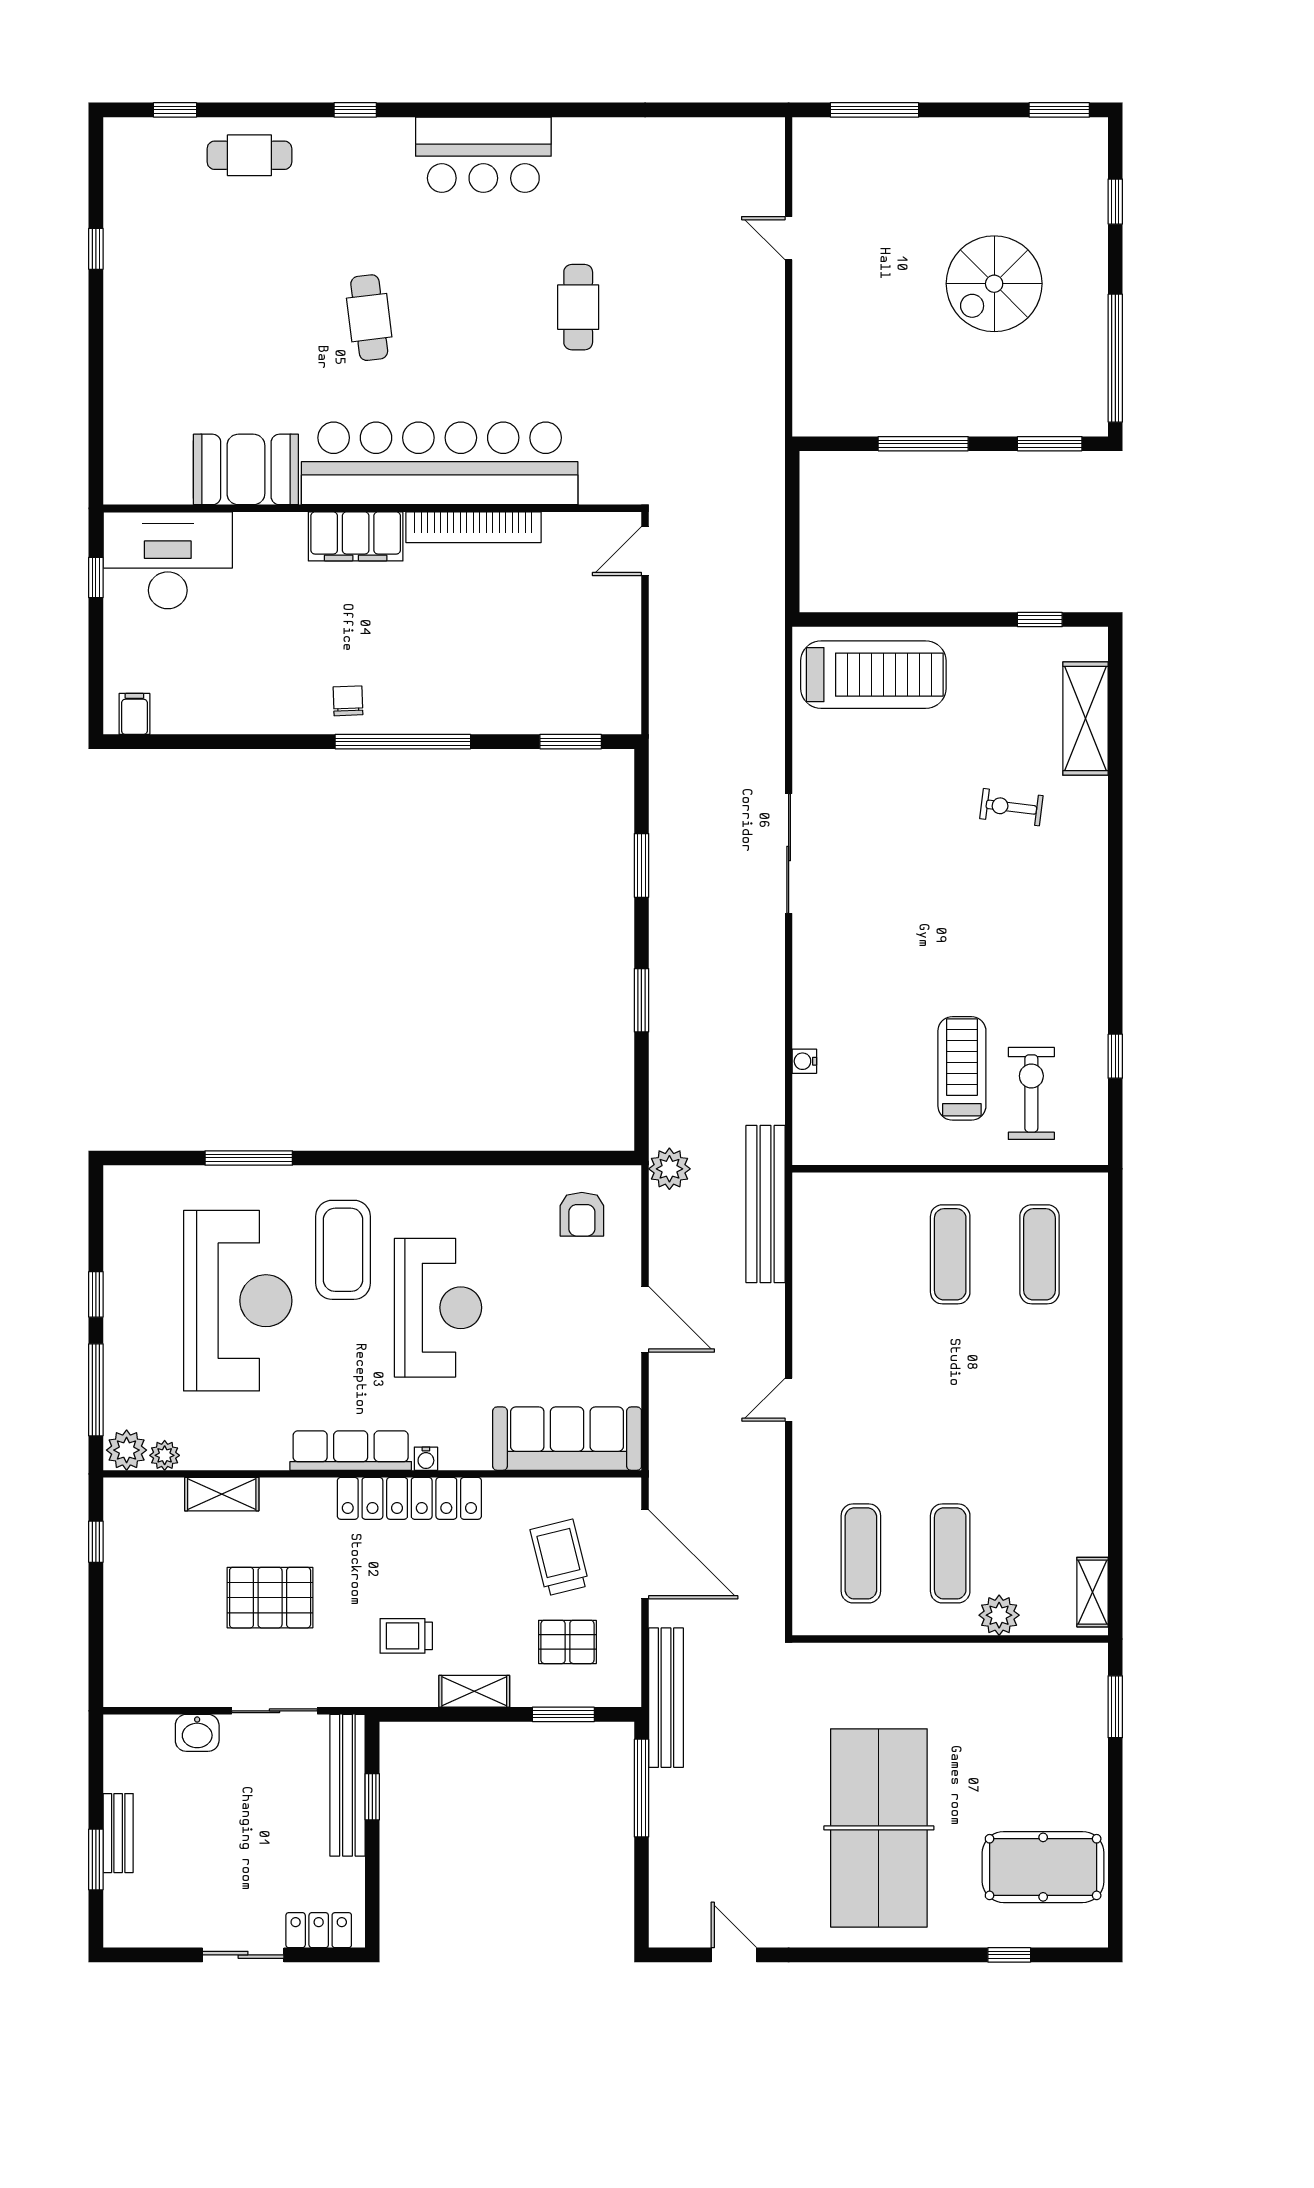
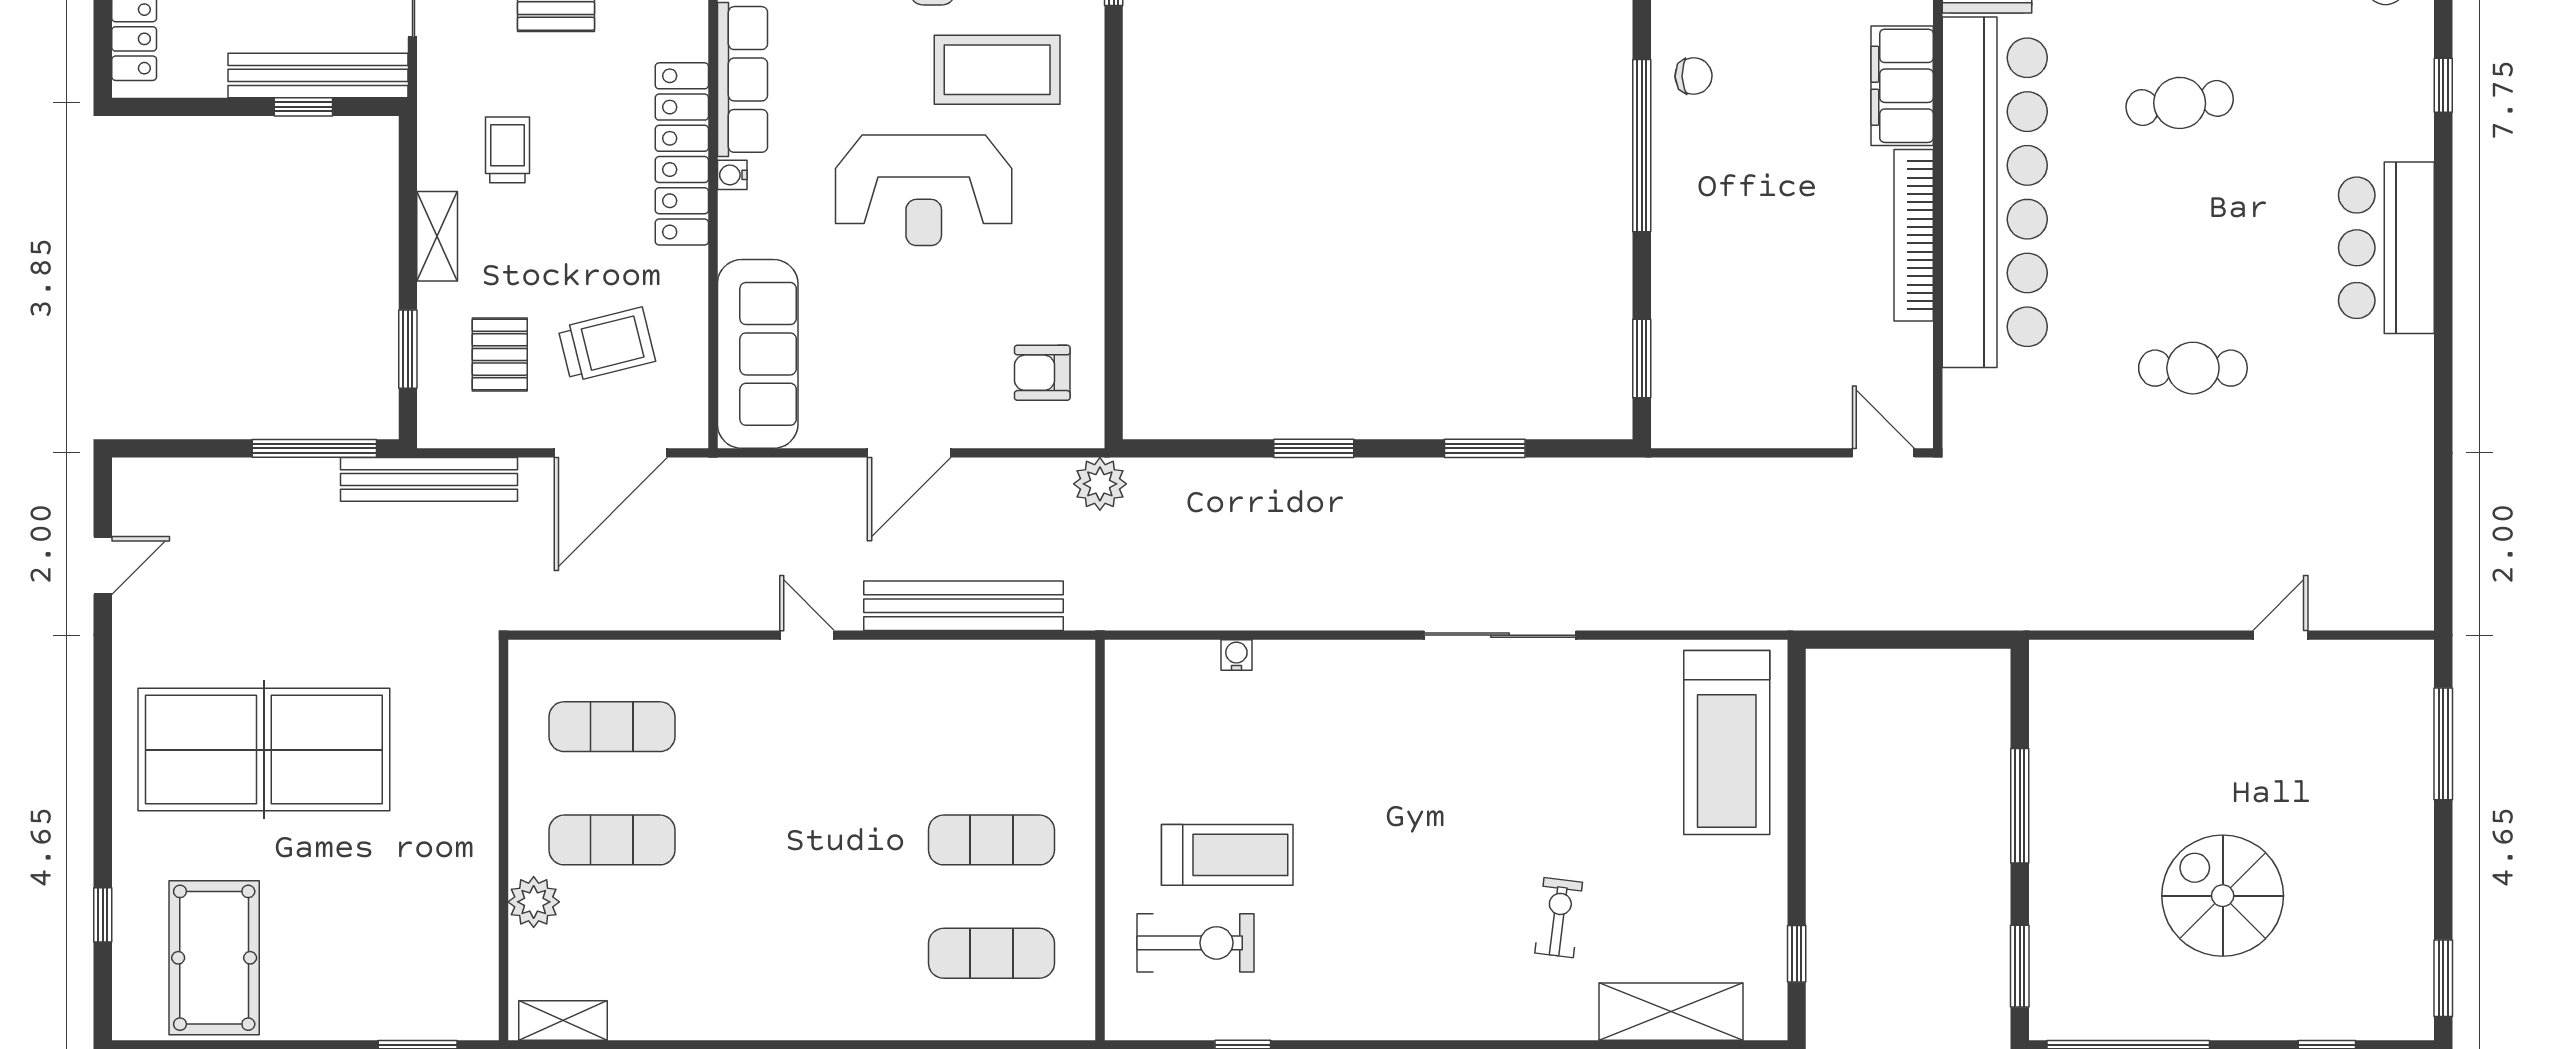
bench: (766, 1204) -> (963, 606), moved

